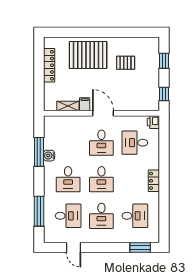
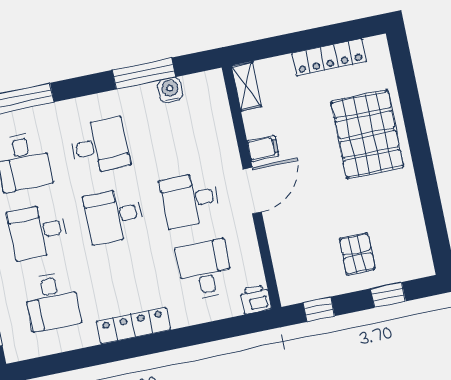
pallet: (126, 63) -> (357, 254), moved
shelving: (68, 106) -> (246, 86), moved
water cooler: (49, 156) -> (170, 90), moved
desk: (68, 179) -> (99, 146), turned 180
locker: (154, 181) -> (133, 326), width x1.53

